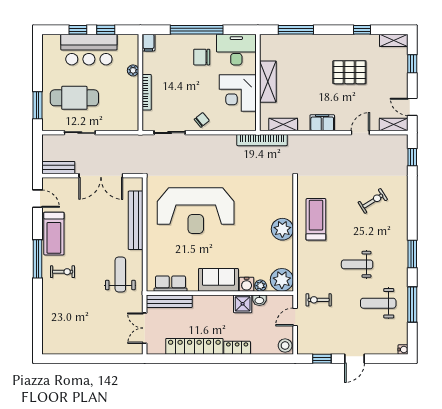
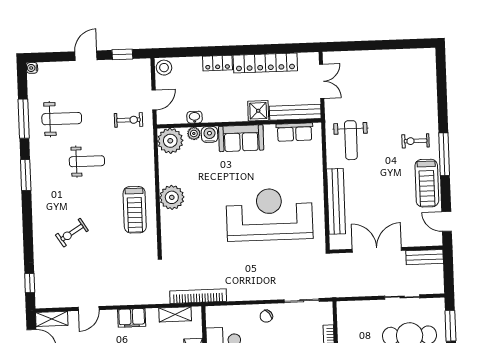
treadmill: (54, 234) -> (427, 183), turned 180
shower: (243, 304) -> (258, 111), moved

